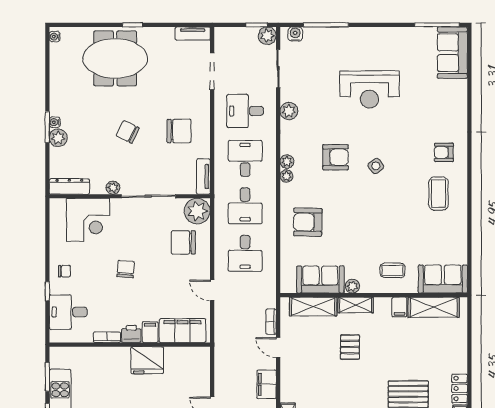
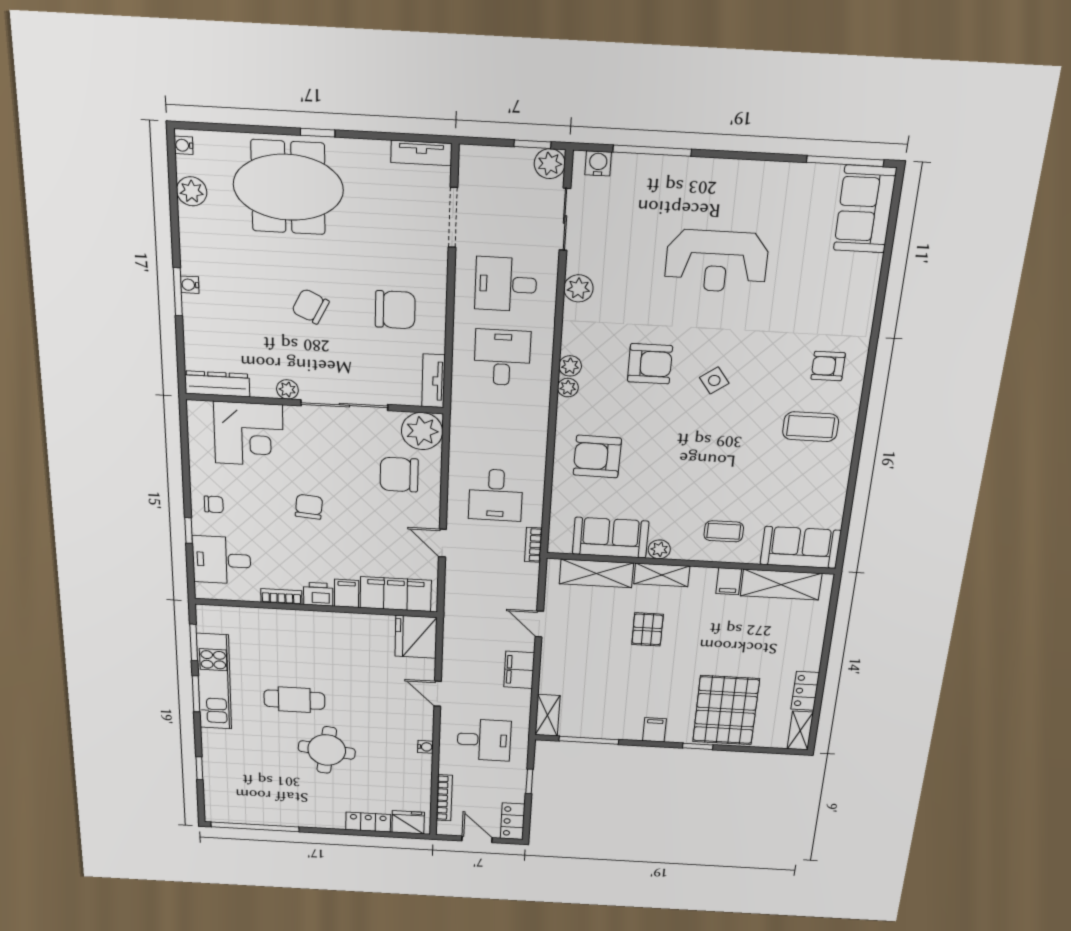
plant: (58, 138) -> (192, 191), moved
coffee table: (438, 194) -> (811, 427), turned 90
desk: (245, 206) -> (499, 428), removed
bookcase: (271, 322) -> (533, 545), moved
fridge: (147, 360) -> (416, 637), moved, turned 90

